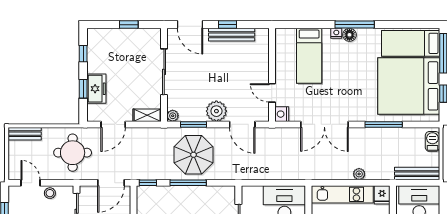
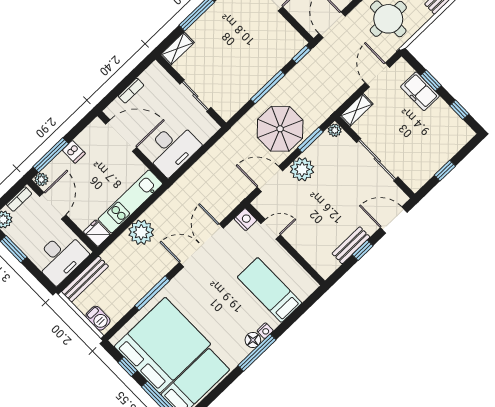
bench: (232, 35) -> (351, 245), width x0.73
parasol: (194, 155) -> (280, 129), moved
plant: (359, 174) -> (141, 232), width x1.87, depth x1.87

